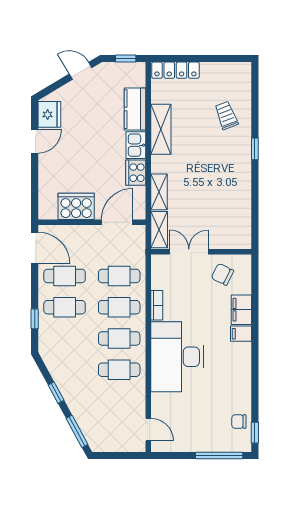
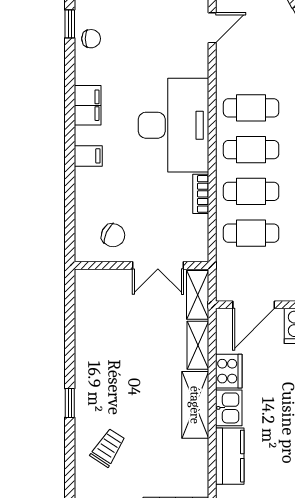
trolley: (226, 115) -> (108, 448), turned -126
shelving: (161, 129) -> (195, 405), moved
filing cabinet: (241, 310) -> (88, 105), moved
door: (148, 430) -> (212, 28), swing flipped

